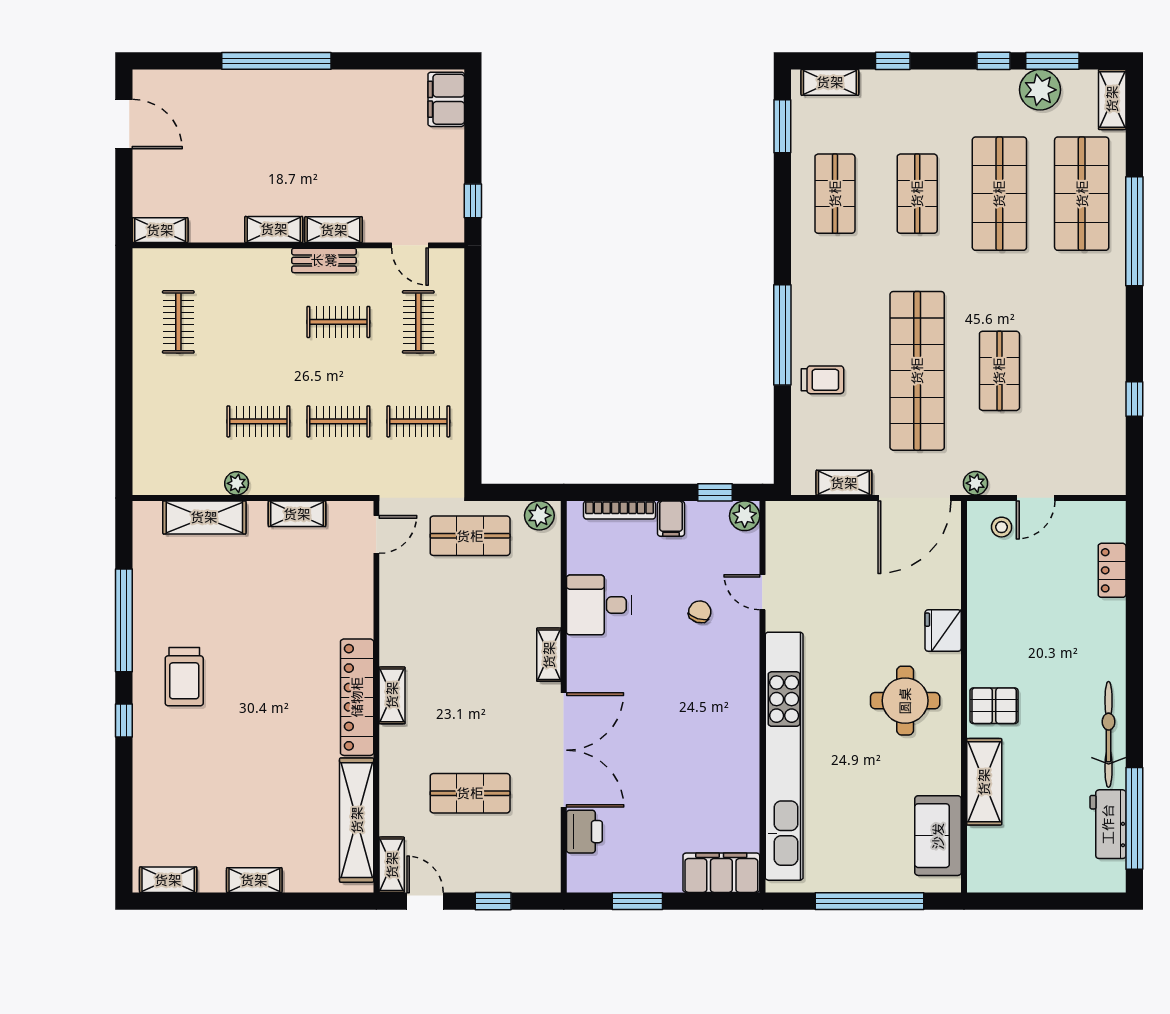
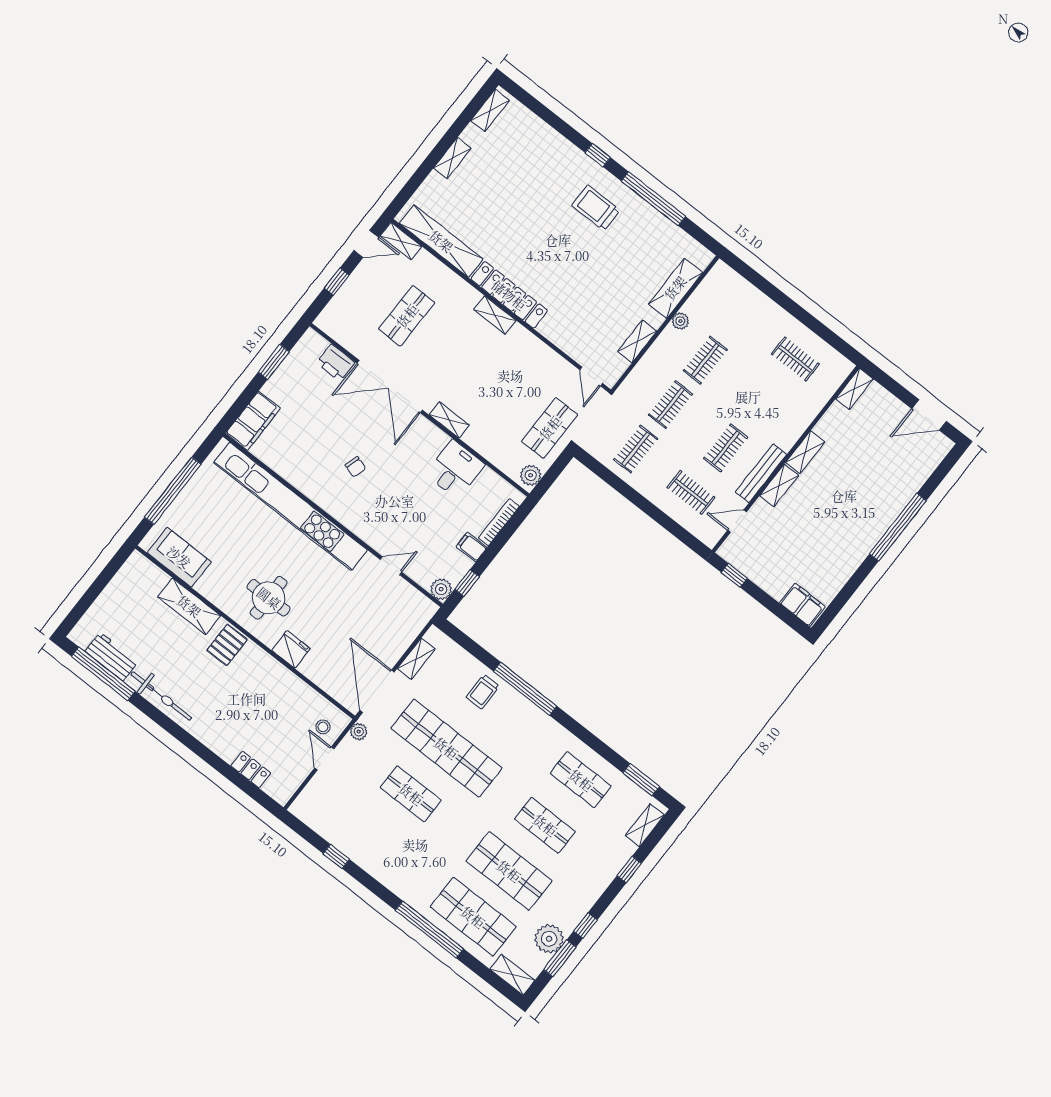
bench: (324, 260) -> (761, 473), width x1.36
chair: (700, 612) -> (356, 467), moved

